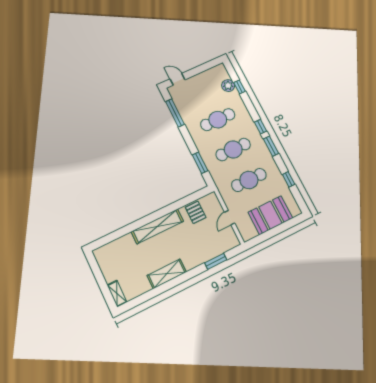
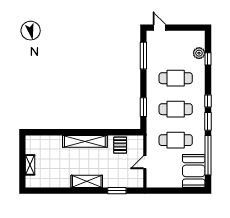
window: (289, 179) -> (208, 155), width x3.17
booth: (270, 215) -> (194, 171), moved, turned 90
shelving: (167, 274) -> (87, 181), moved
shelving: (117, 294) -> (30, 165), moved

